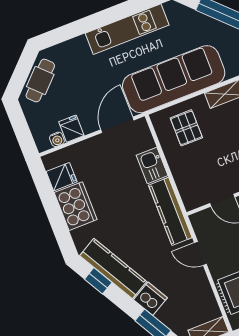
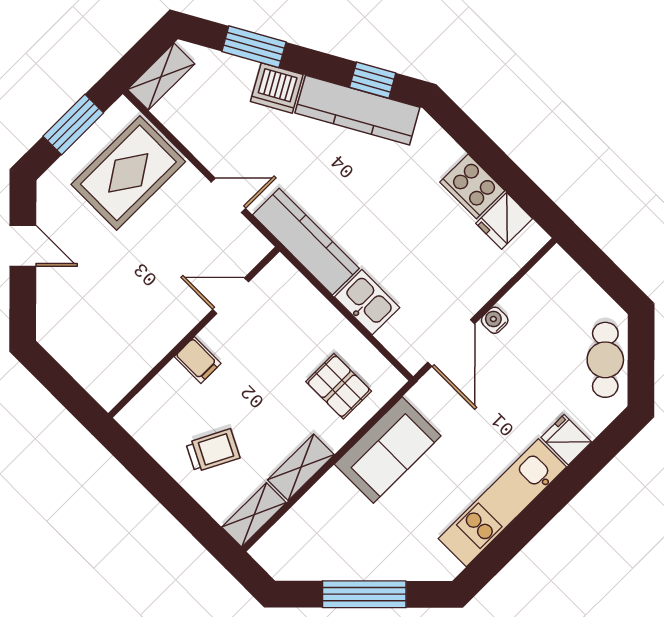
sofa: (174, 79) -> (388, 450), width x0.54, depth x0.79
fridge: (71, 129) -> (566, 440), moved, turned 180
water cooler: (57, 139) -> (495, 320), moved
cooker: (76, 206) -> (472, 186), width x0.73, depth x0.76

